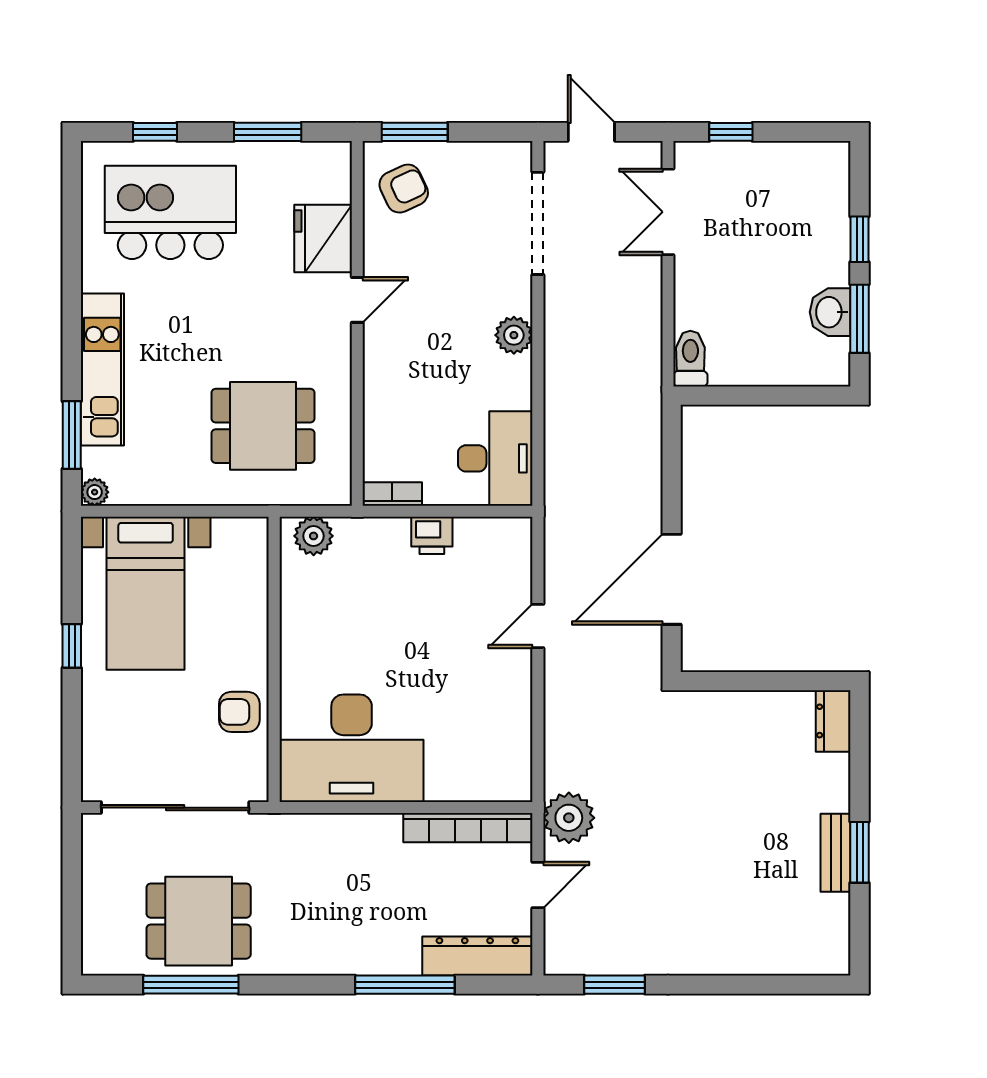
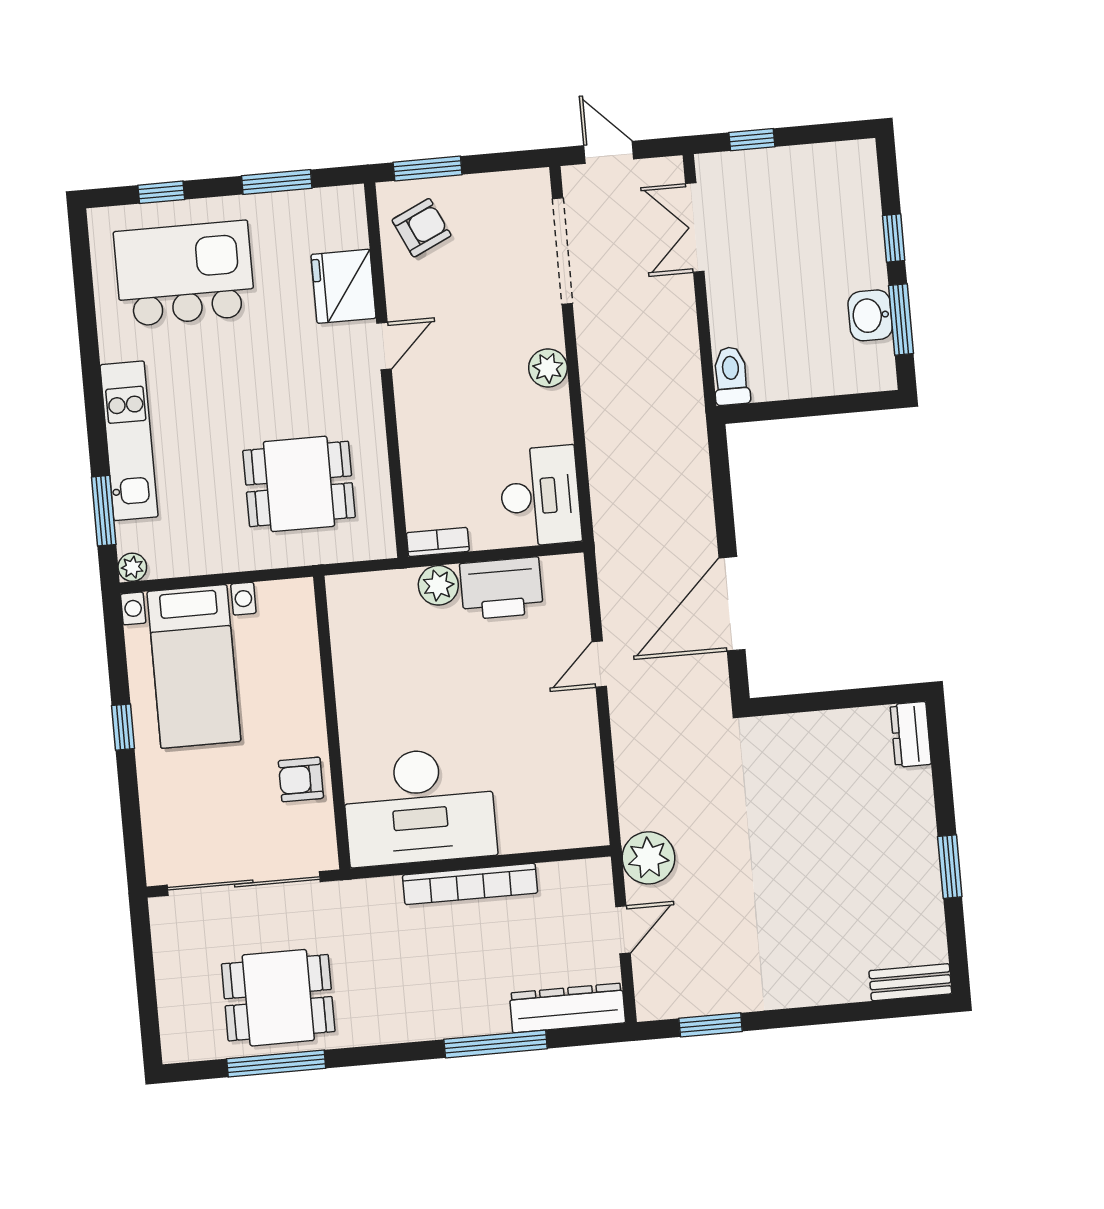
printer: (432, 535) -> (501, 588), width x1.87, depth x1.48
plant: (314, 536) -> (438, 585), moved
bookcase: (468, 828) -> (470, 884), moved
bench: (836, 853) -> (910, 982), moved, turned 90

